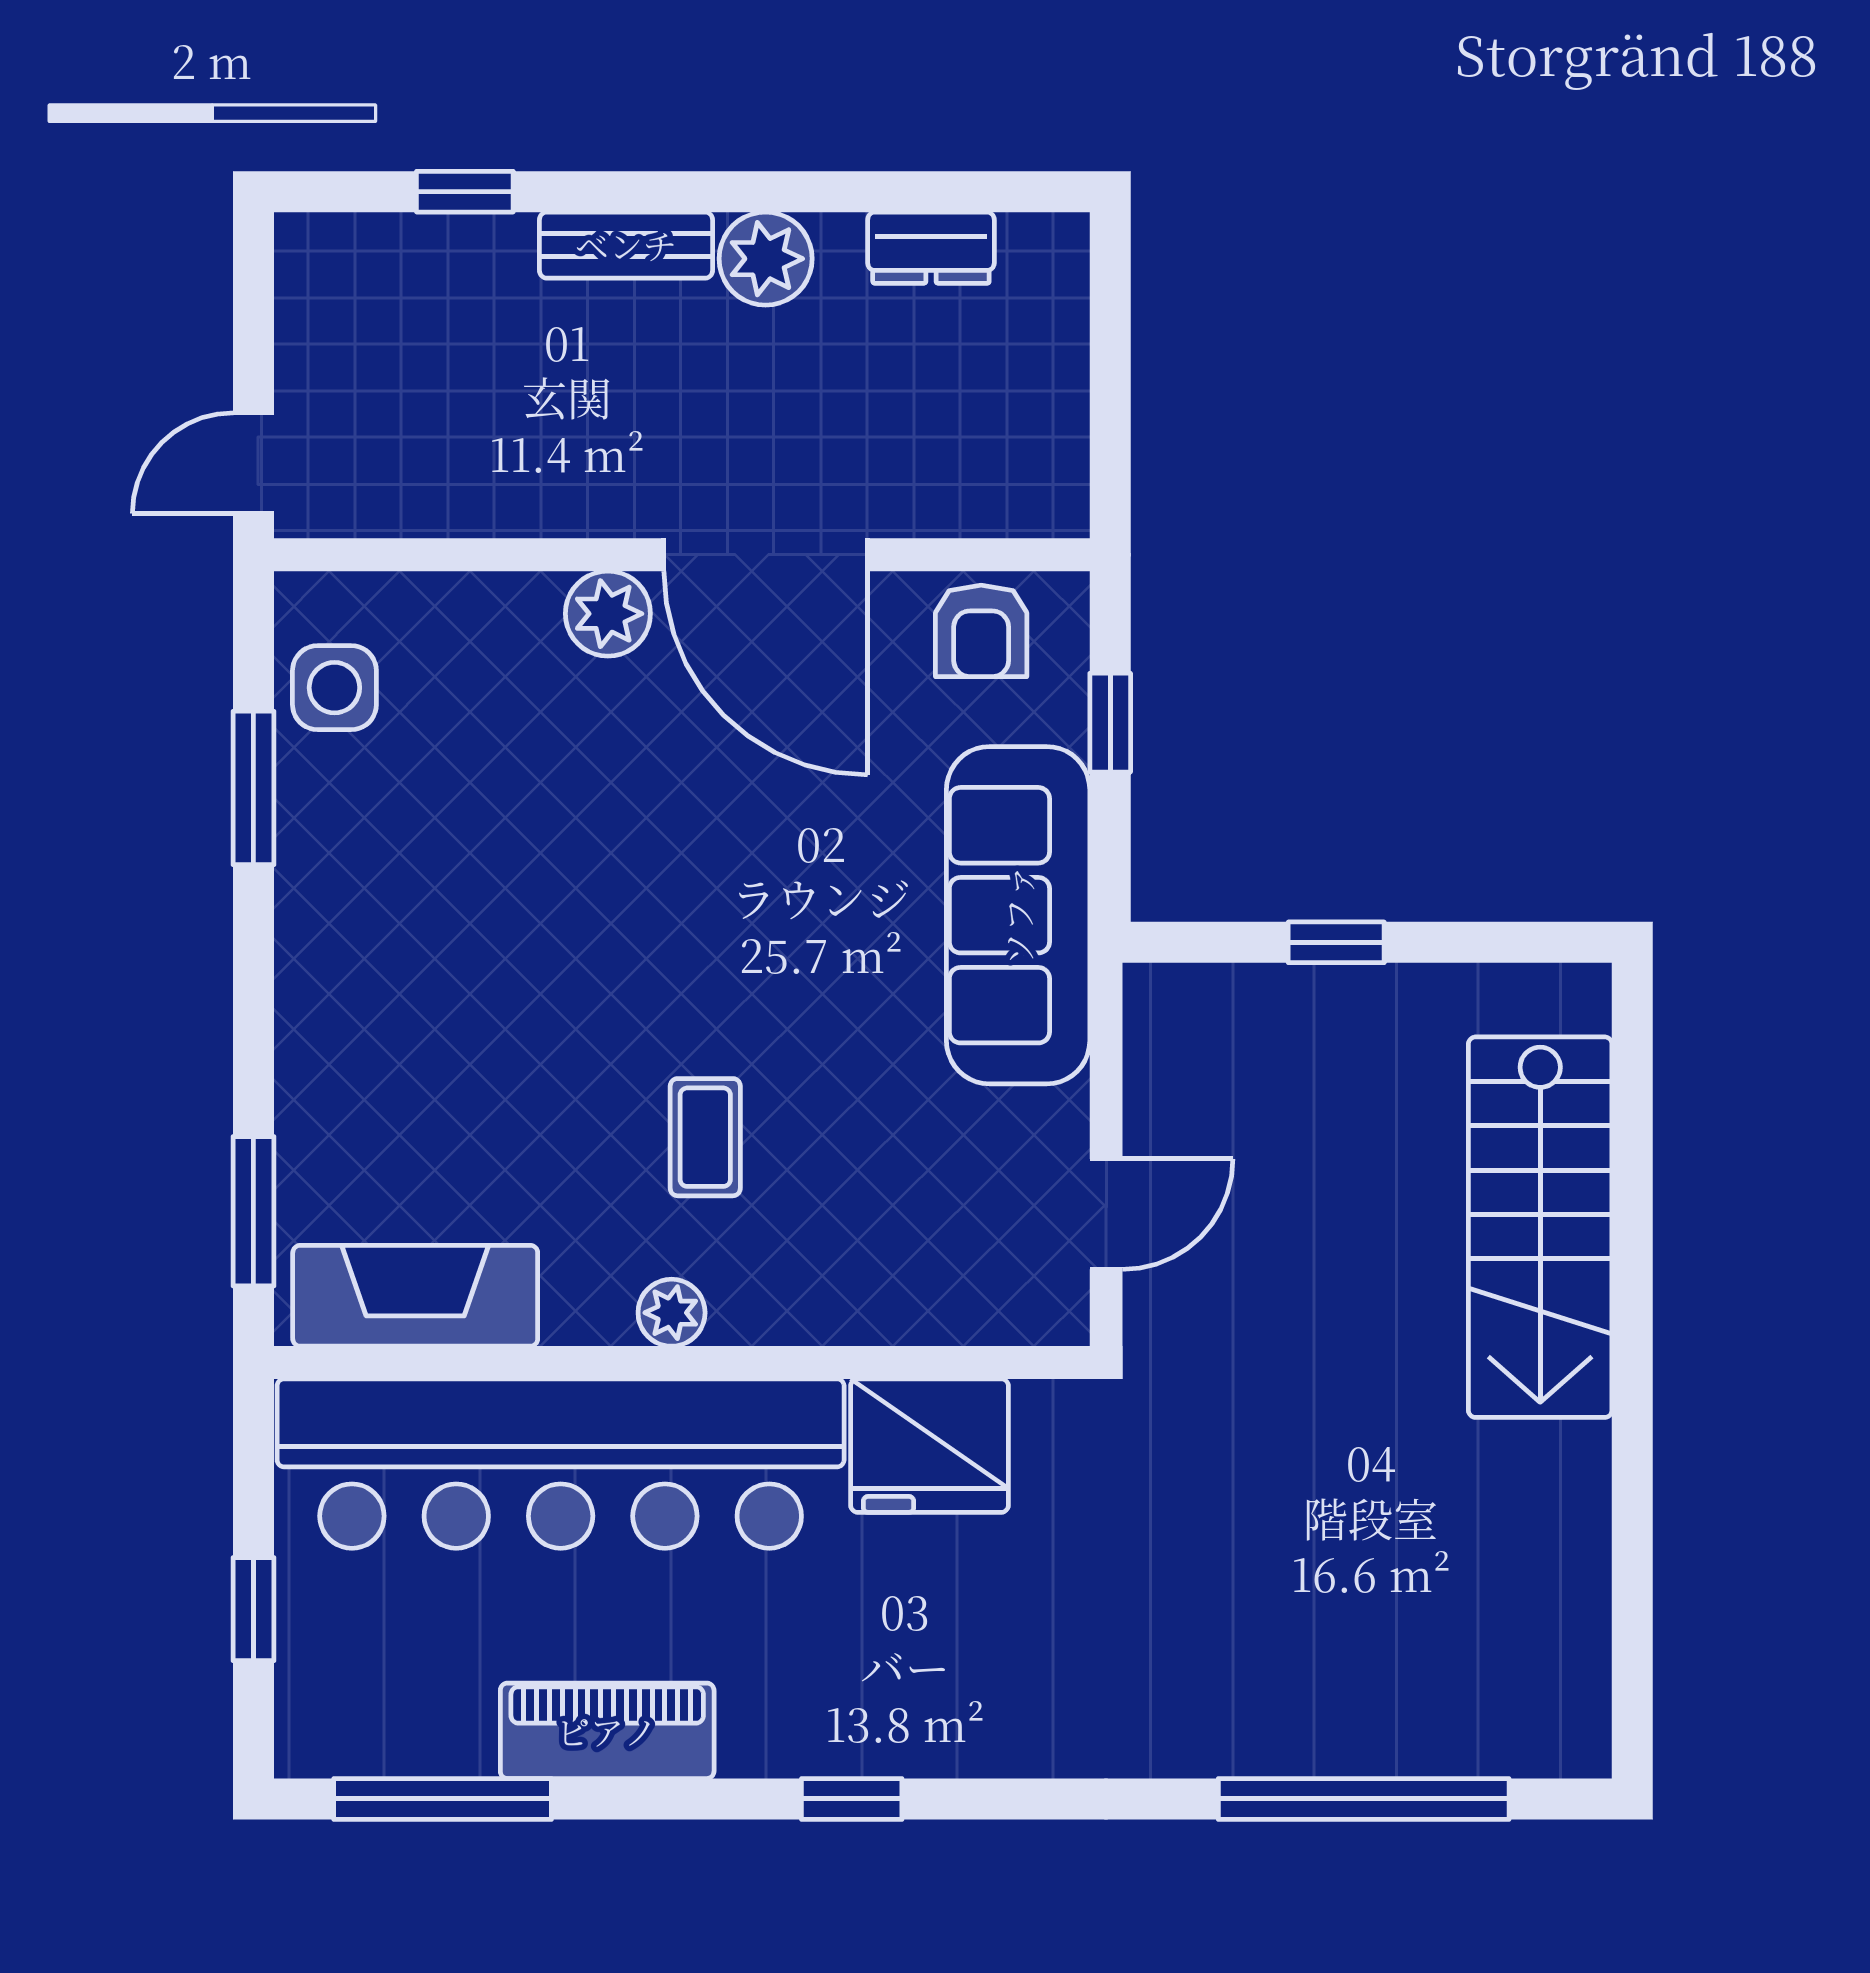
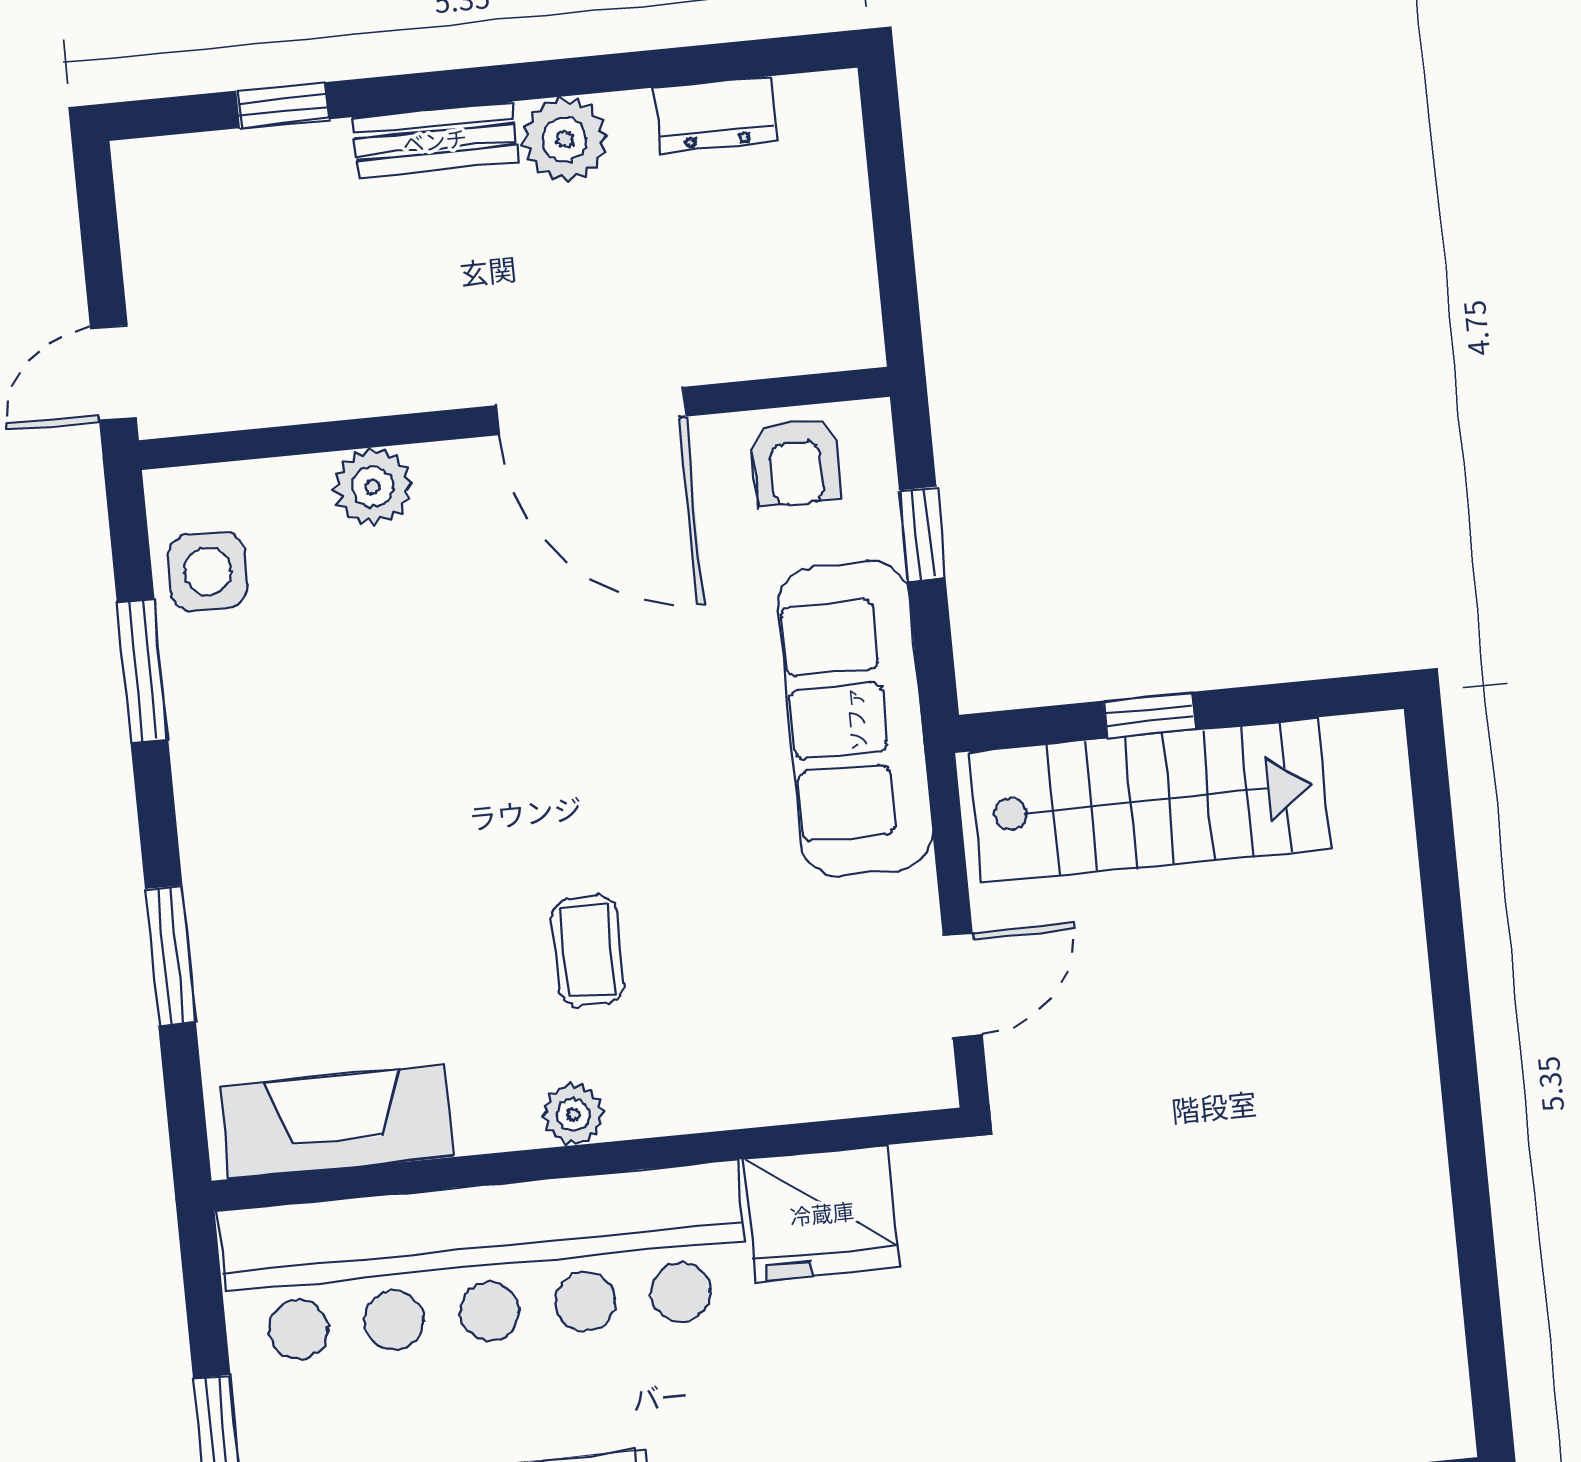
plant: (608, 614) -> (372, 487), moved
window: (253, 1211) -> (170, 956), moved
stairs: (1540, 1227) -> (1150, 800), moved, turned -90

